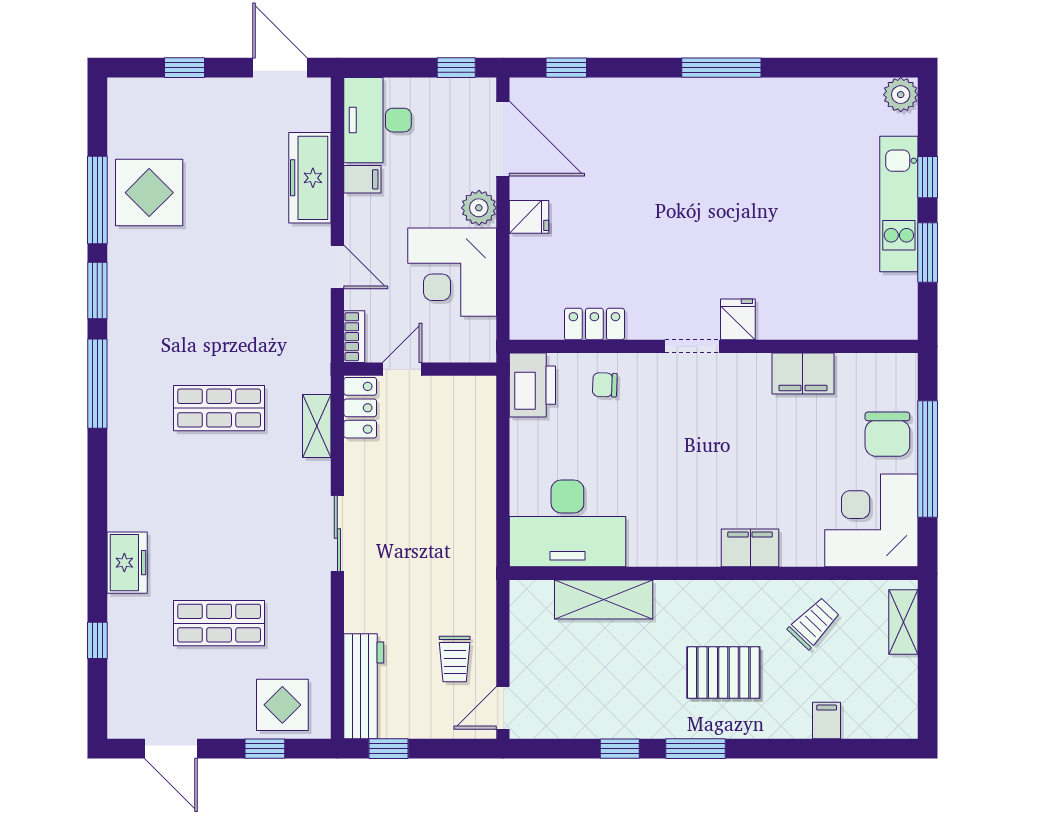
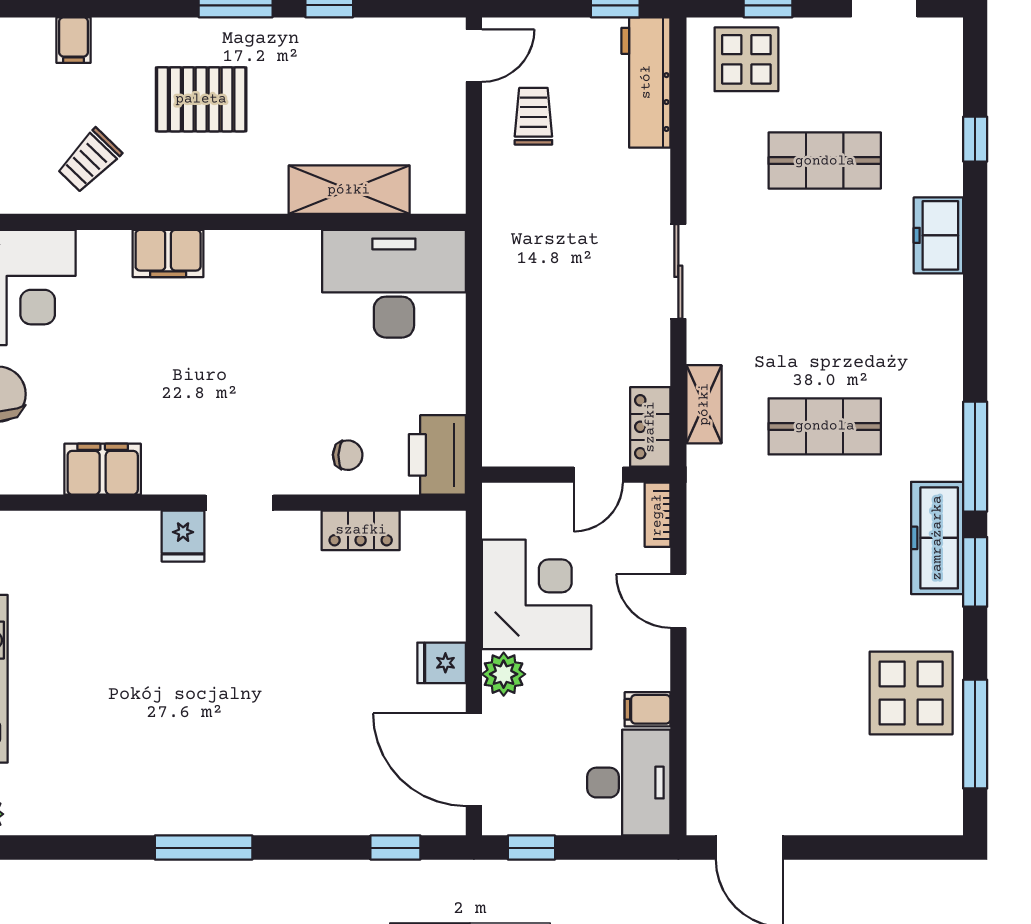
window: (184, 68) -> (868, 848), removed
freezer: (310, 178) -> (937, 538), moved, turned 180
window: (97, 200) -> (975, 734), moved

